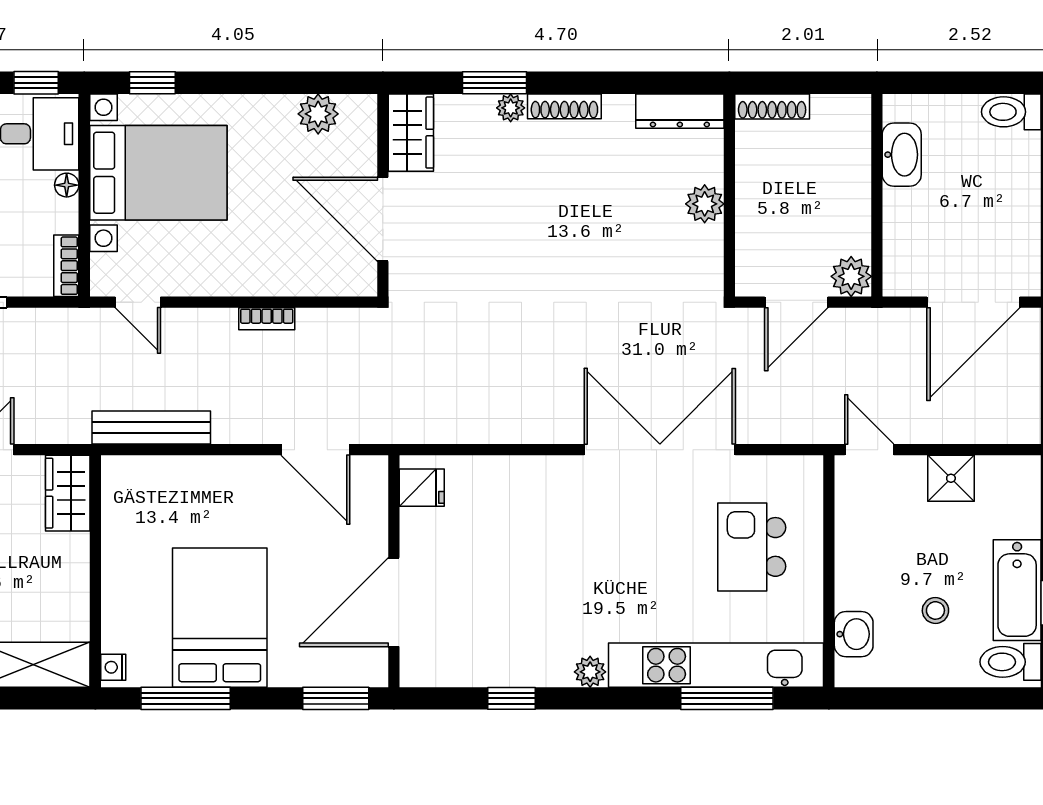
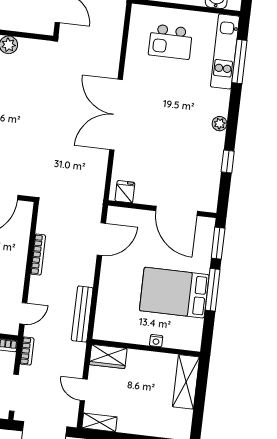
bookcase: (59, 319) -> (27, 351), added
bookcase: (267, 319) -> (38, 255), width x1.56
double door: (660, 450) -> (116, 115), moved
kitchen unit: (716, 665) -> (225, 51), width x0.73
nightstand: (113, 667) -> (156, 341), moved
window: (186, 698) -> (213, 290), moved

